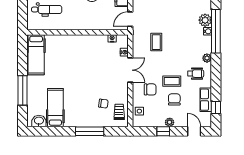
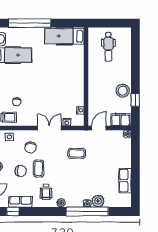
door: (130, 19) -> (99, 128), hinge flipped
double door: (130, 70) -> (49, 128), swing flipped
window: (23, 90) -> (30, 23), width x1.46

